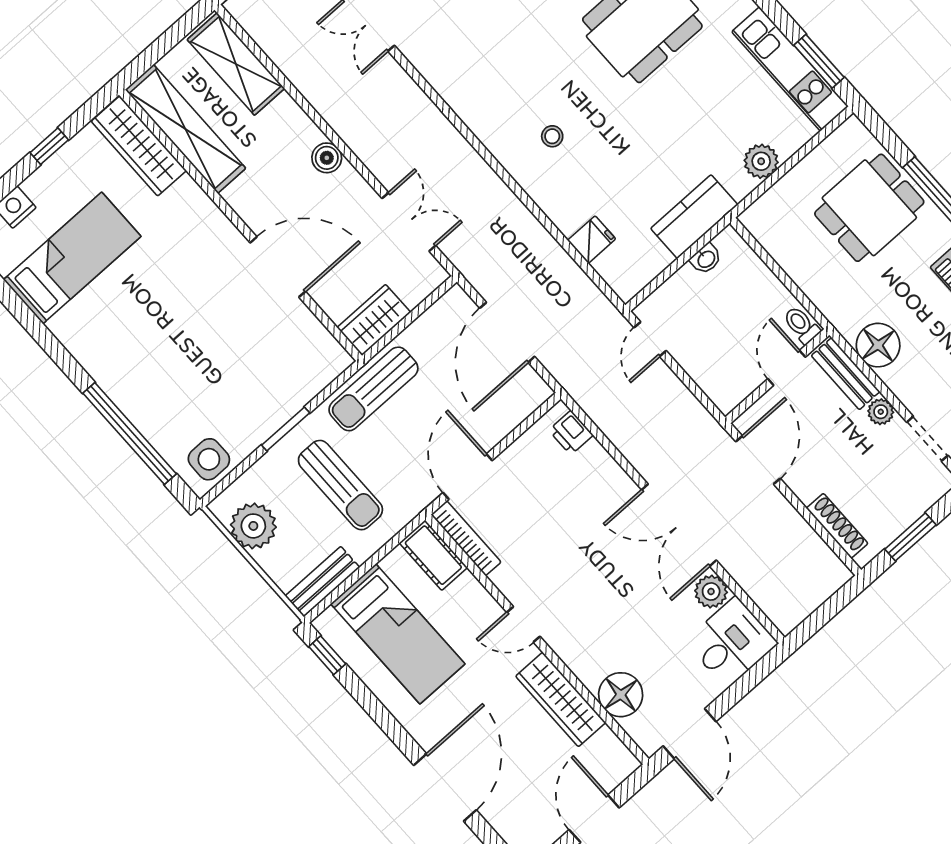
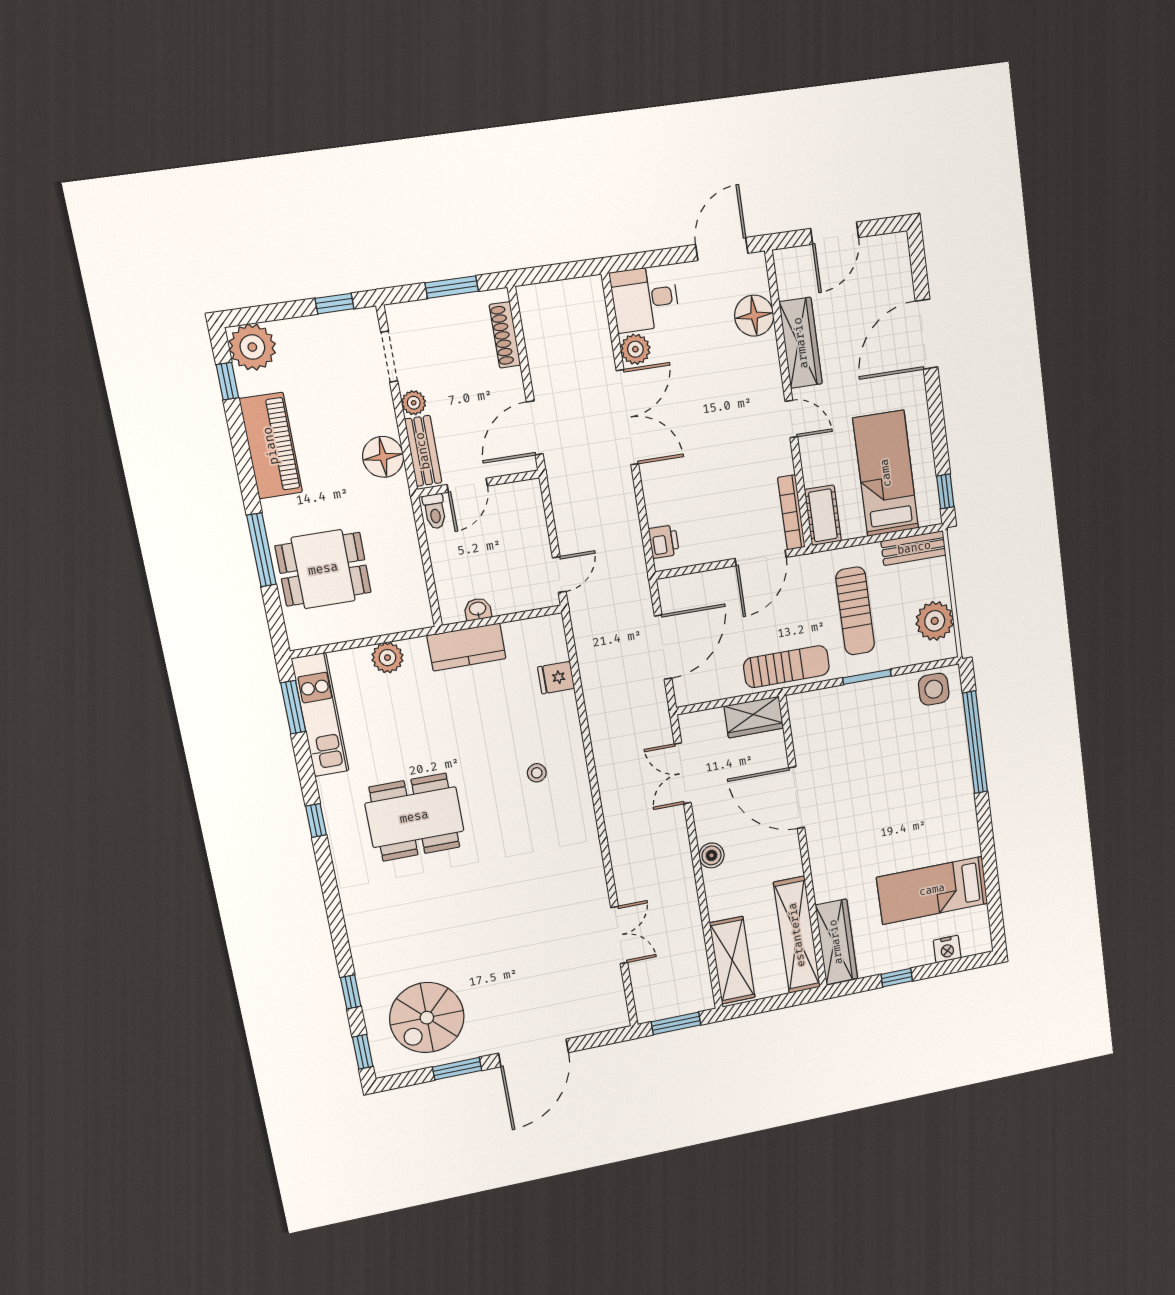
sun lounger: (340, 485) -> (855, 611), turned 180

